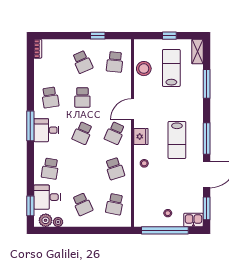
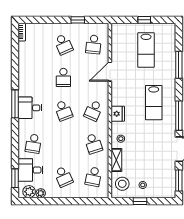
shelving: (197, 52) -> (116, 160), moved
lab bench: (171, 68) -> (146, 50), turned 180
stool: (144, 69) -> (122, 184), moved
school desk: (50, 97) -> (33, 77), removed
door: (132, 109) -> (110, 72), moved
school desk: (82, 133) -> (63, 111), turned -45
lab bench: (177, 140) -> (154, 103), moved
kitchen sink: (193, 220) -> (167, 191), removed
window: (165, 230) -> (140, 201), width x0.32

